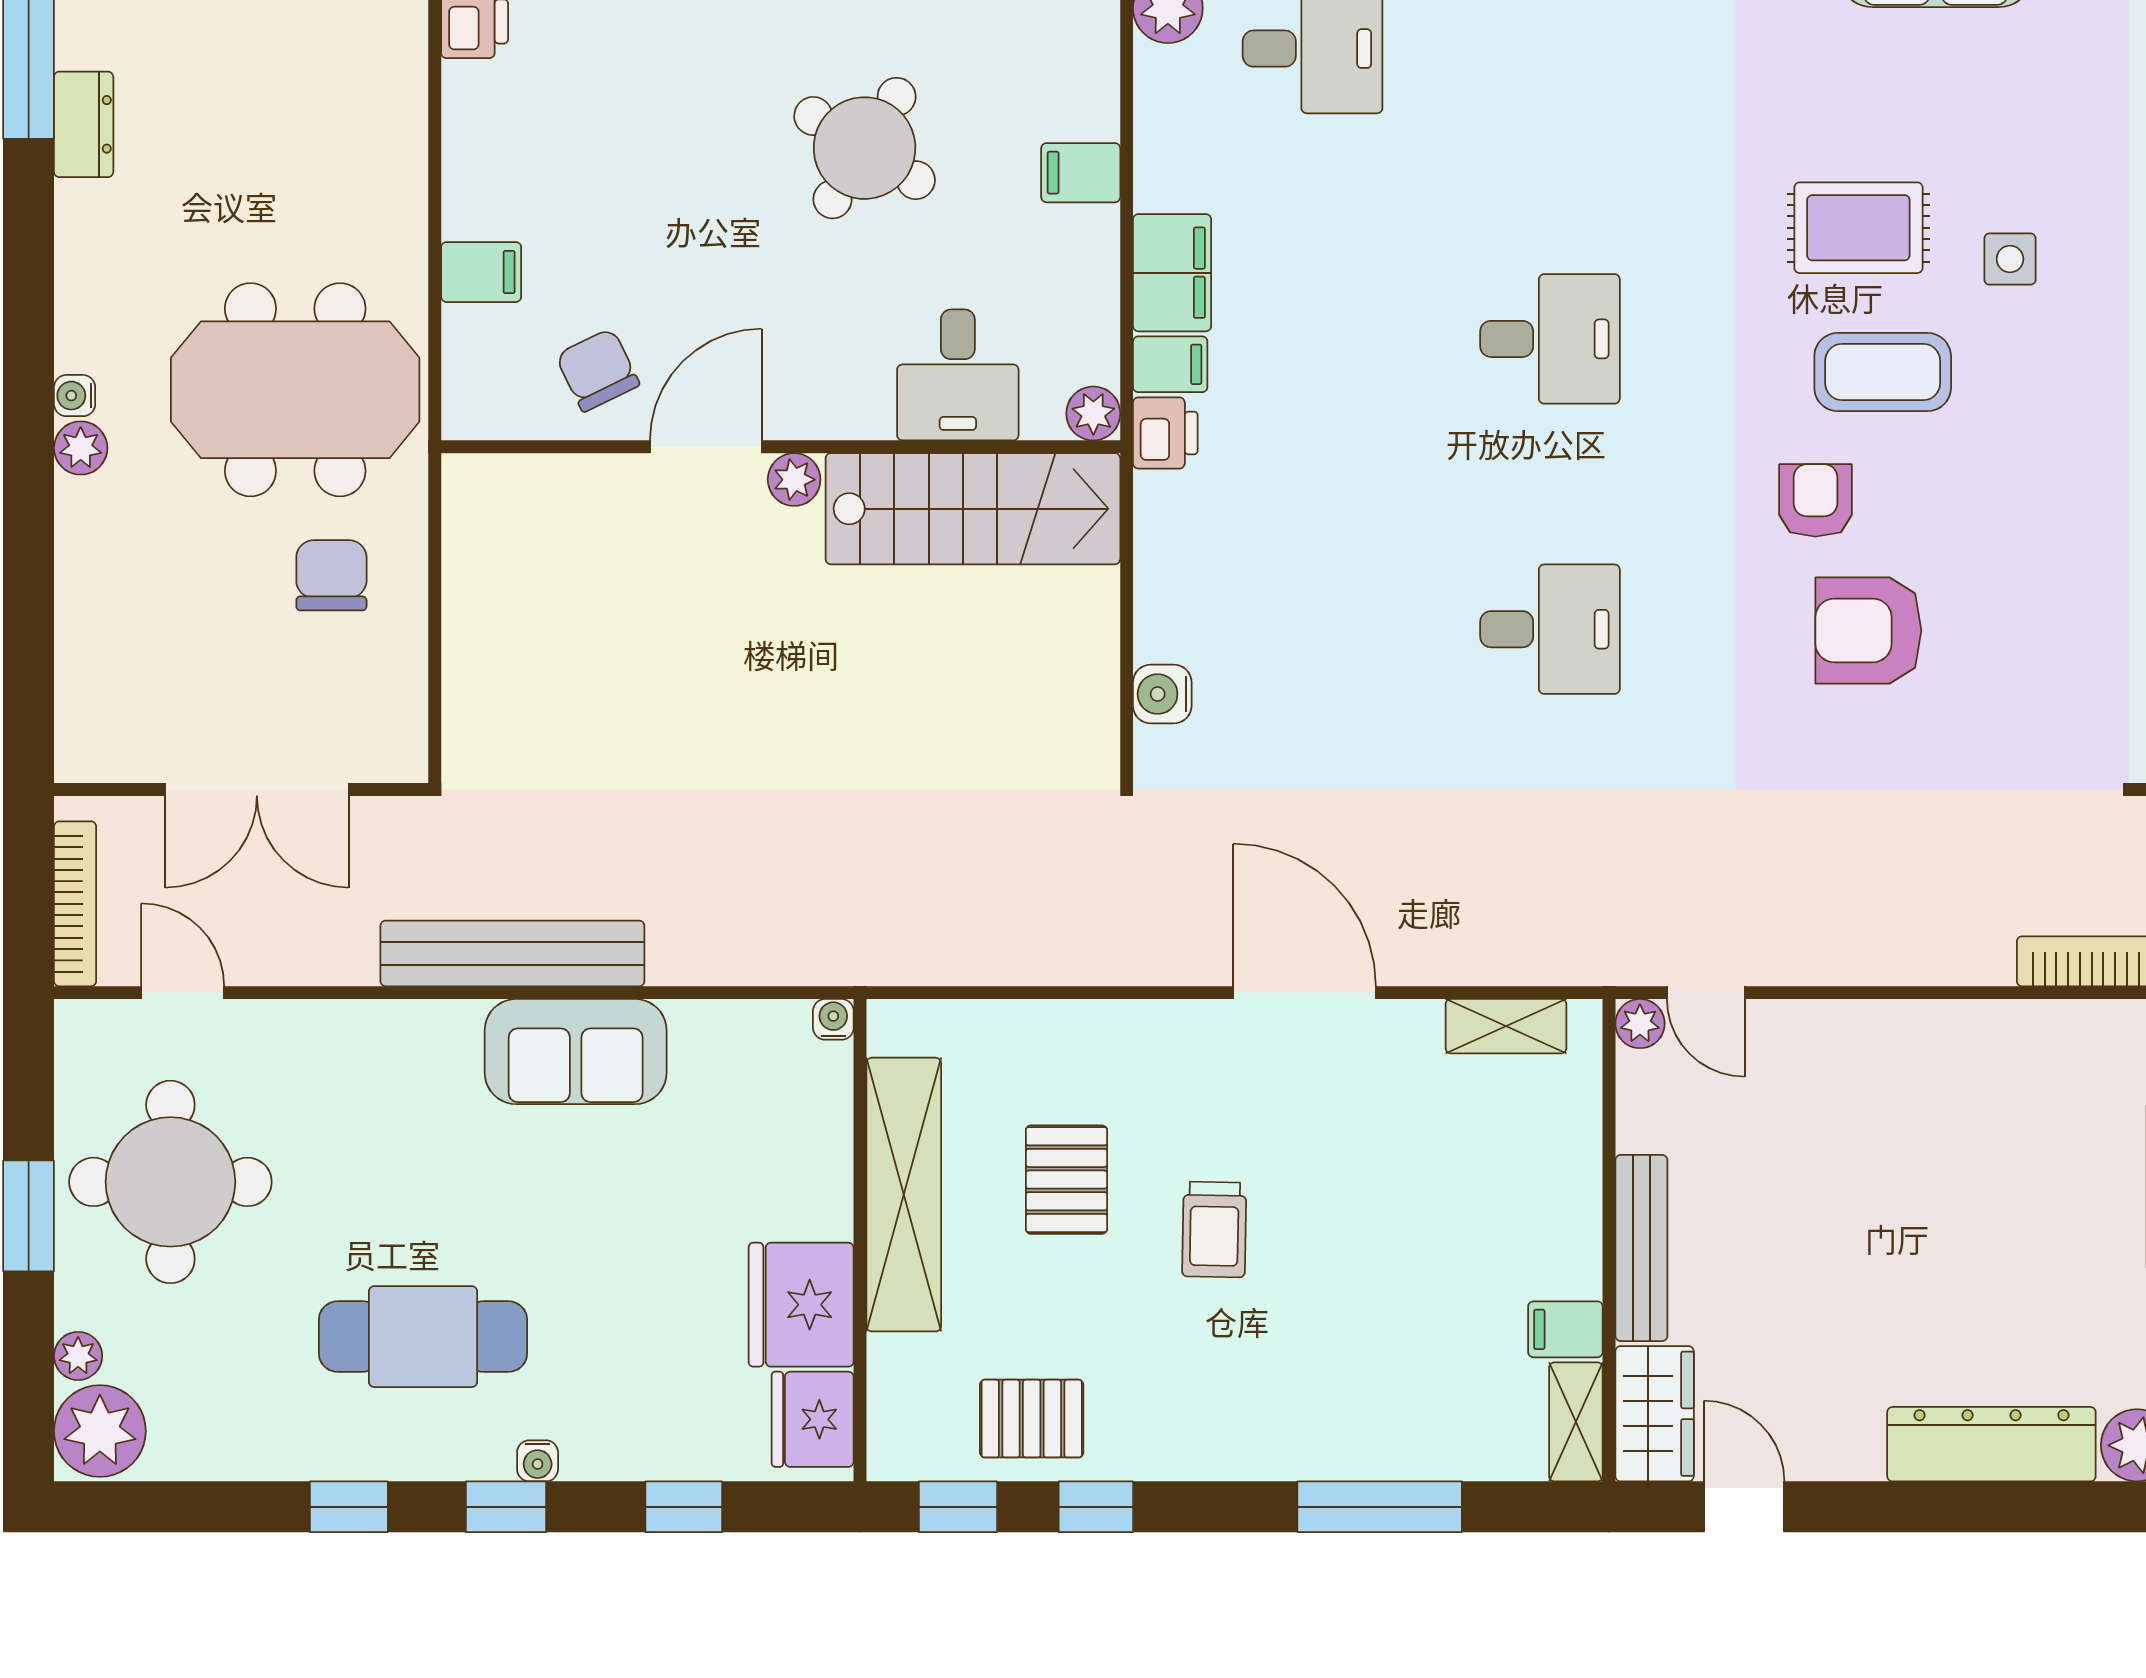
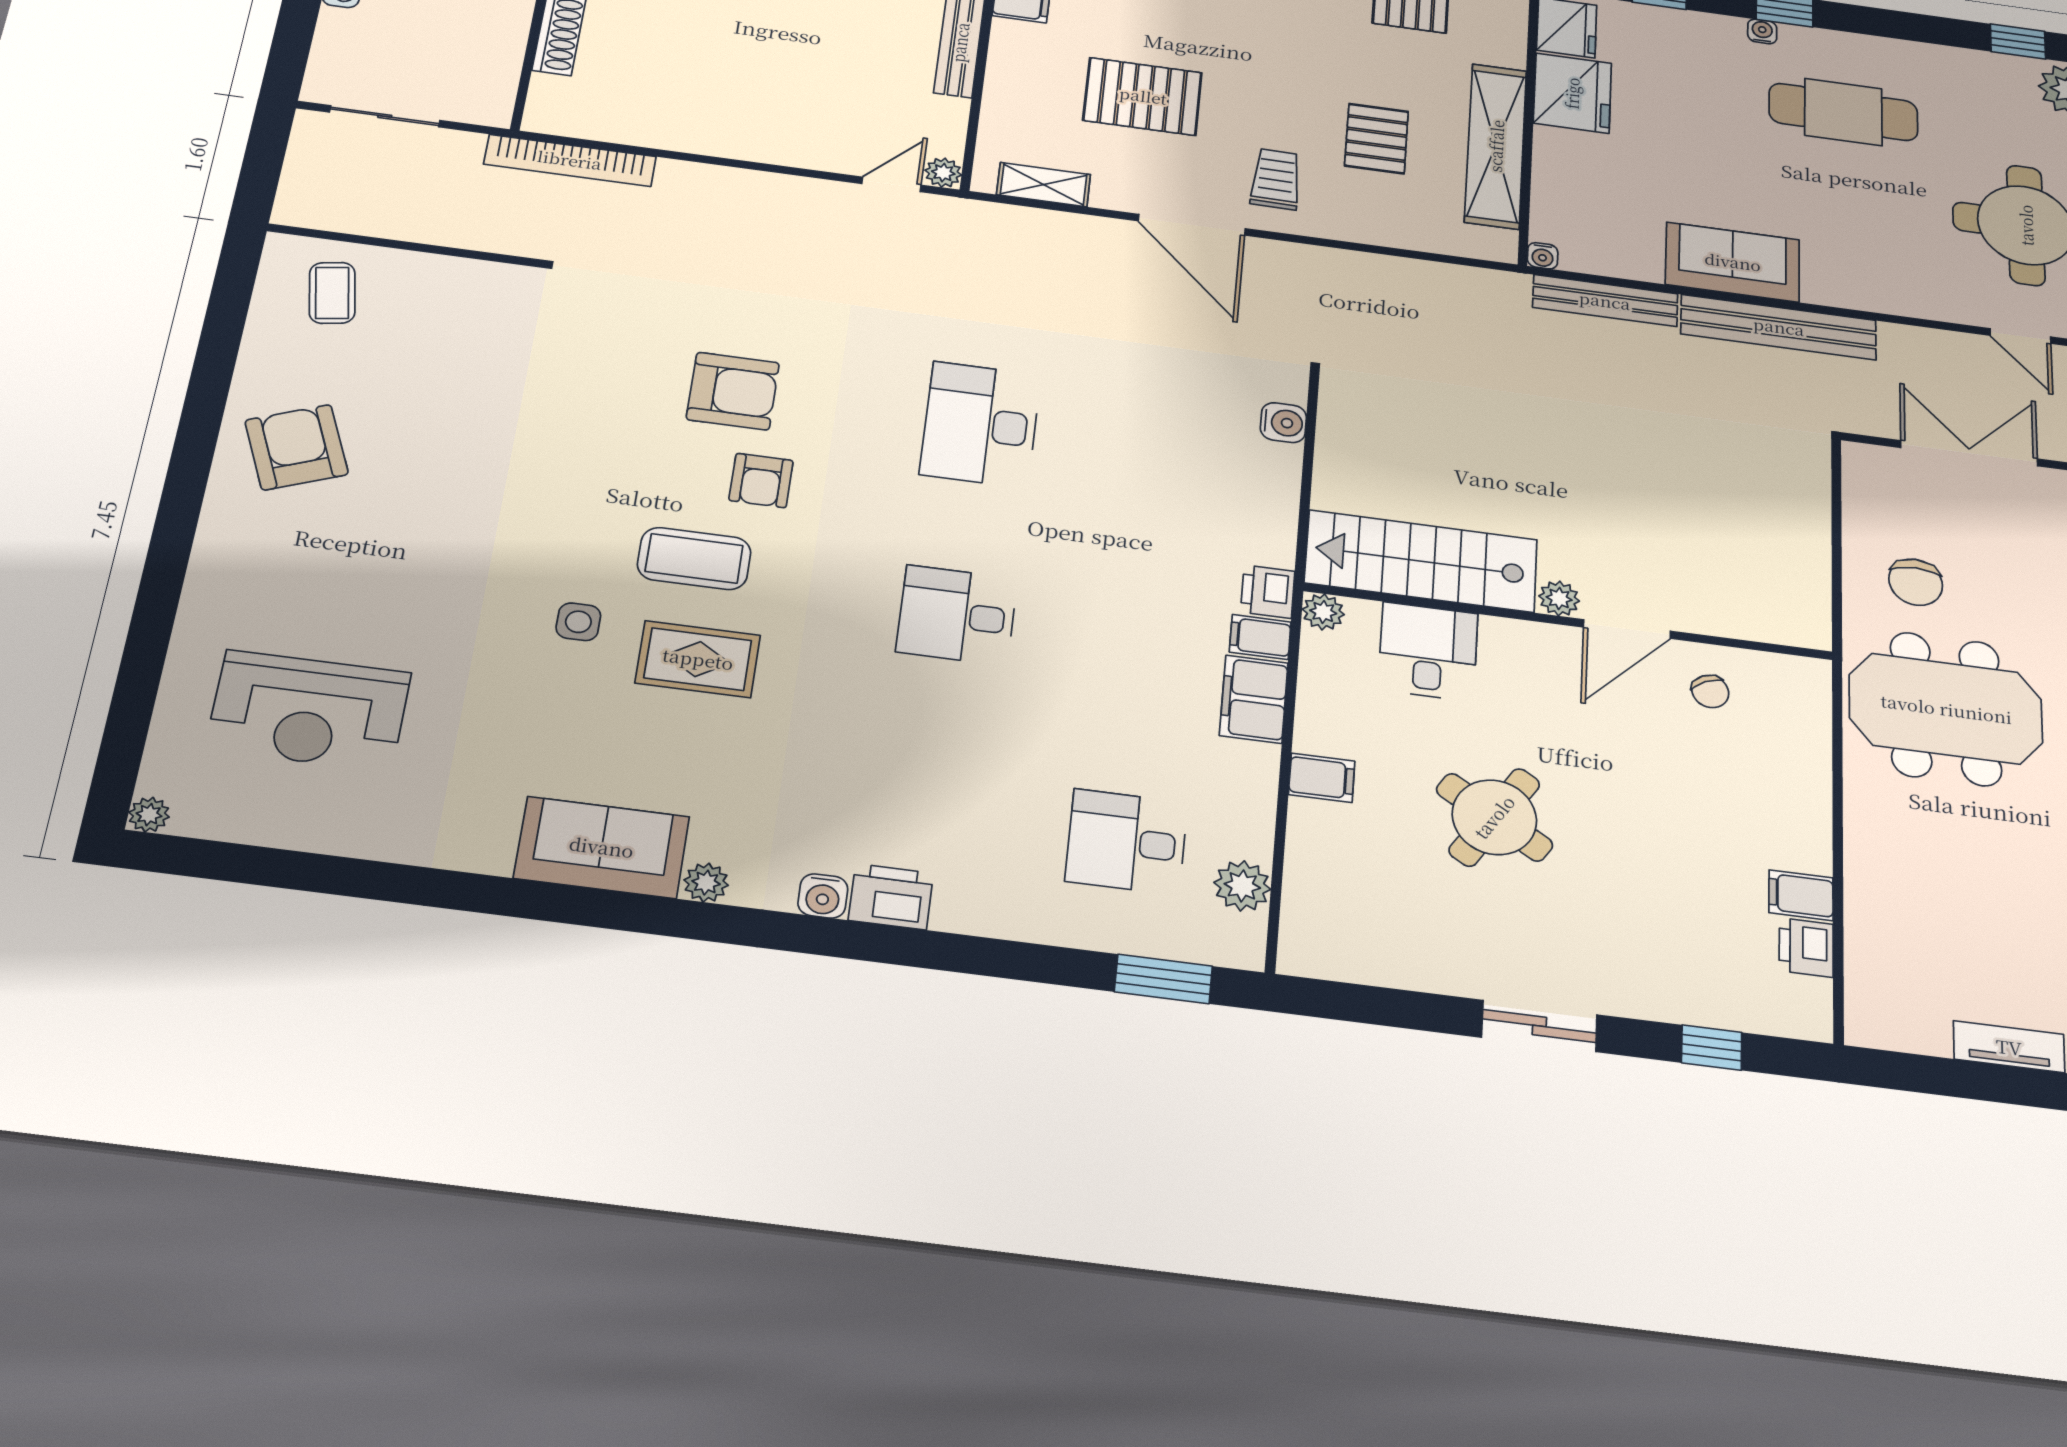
filing cabinet: (481, 272) -> (1801, 895), moved
chair: (598, 370) -> (1710, 691), width x0.73, depth x0.73
desk: (1550, 629) -> (980, 424), width x1.37
bench: (747, 959) -> (1605, 301), added
door: (1706, 993) -> (891, 184), hinge flipped
pallet: (1387, 1197) -> (1143, 96), added
trolley: (1214, 1230) -> (1276, 179), moved
window: (349, 1507) -> (2018, 41), moved

